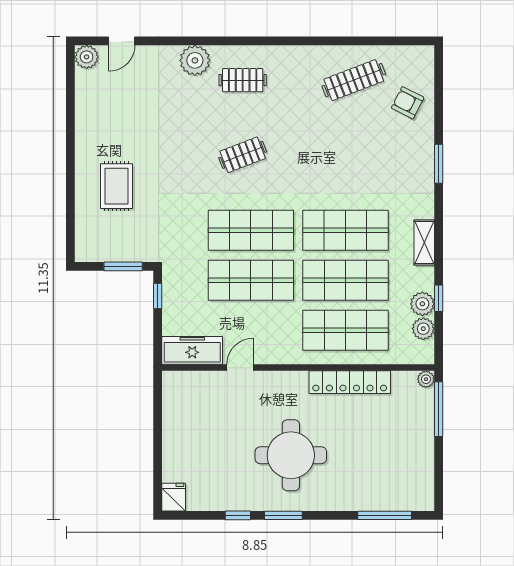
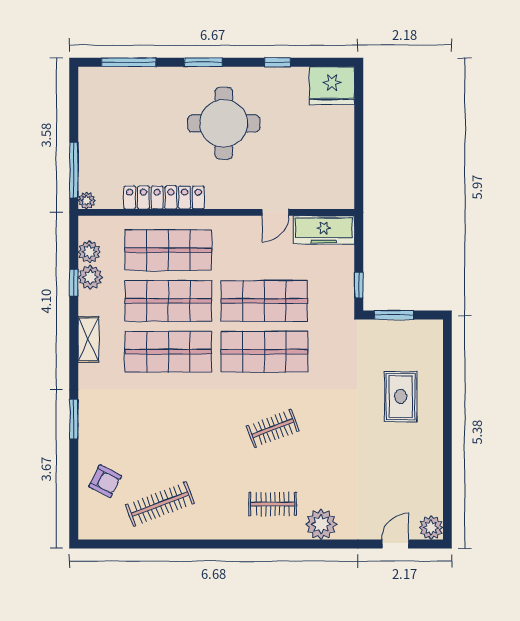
fridge: (174, 497) -> (332, 86), width x1.88, depth x1.34
window: (283, 515) -> (203, 62), moved

